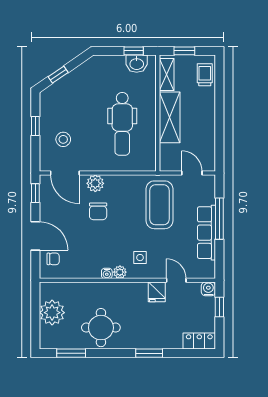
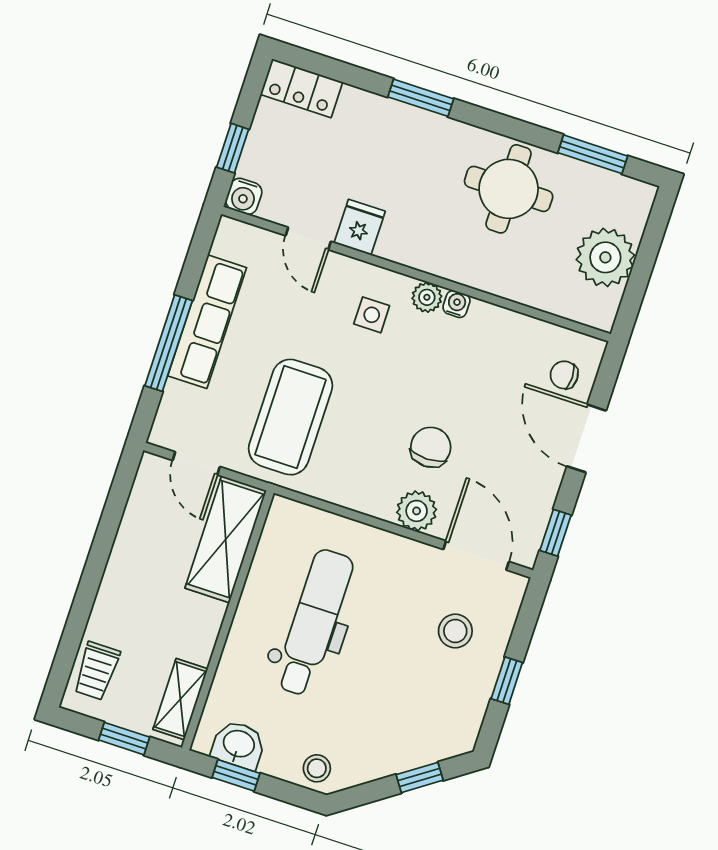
stool: (101, 65) -> (317, 768), added
shelving: (170, 117) -> (226, 539), moved

